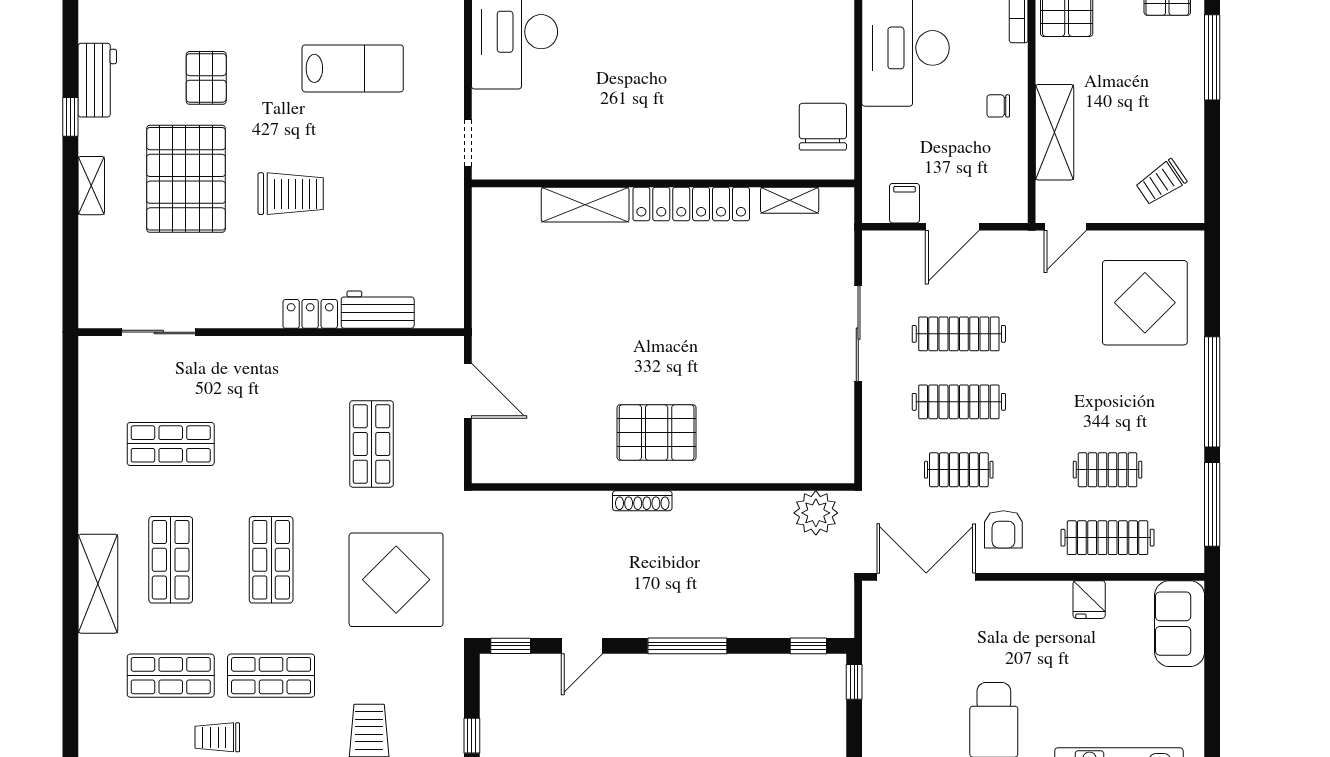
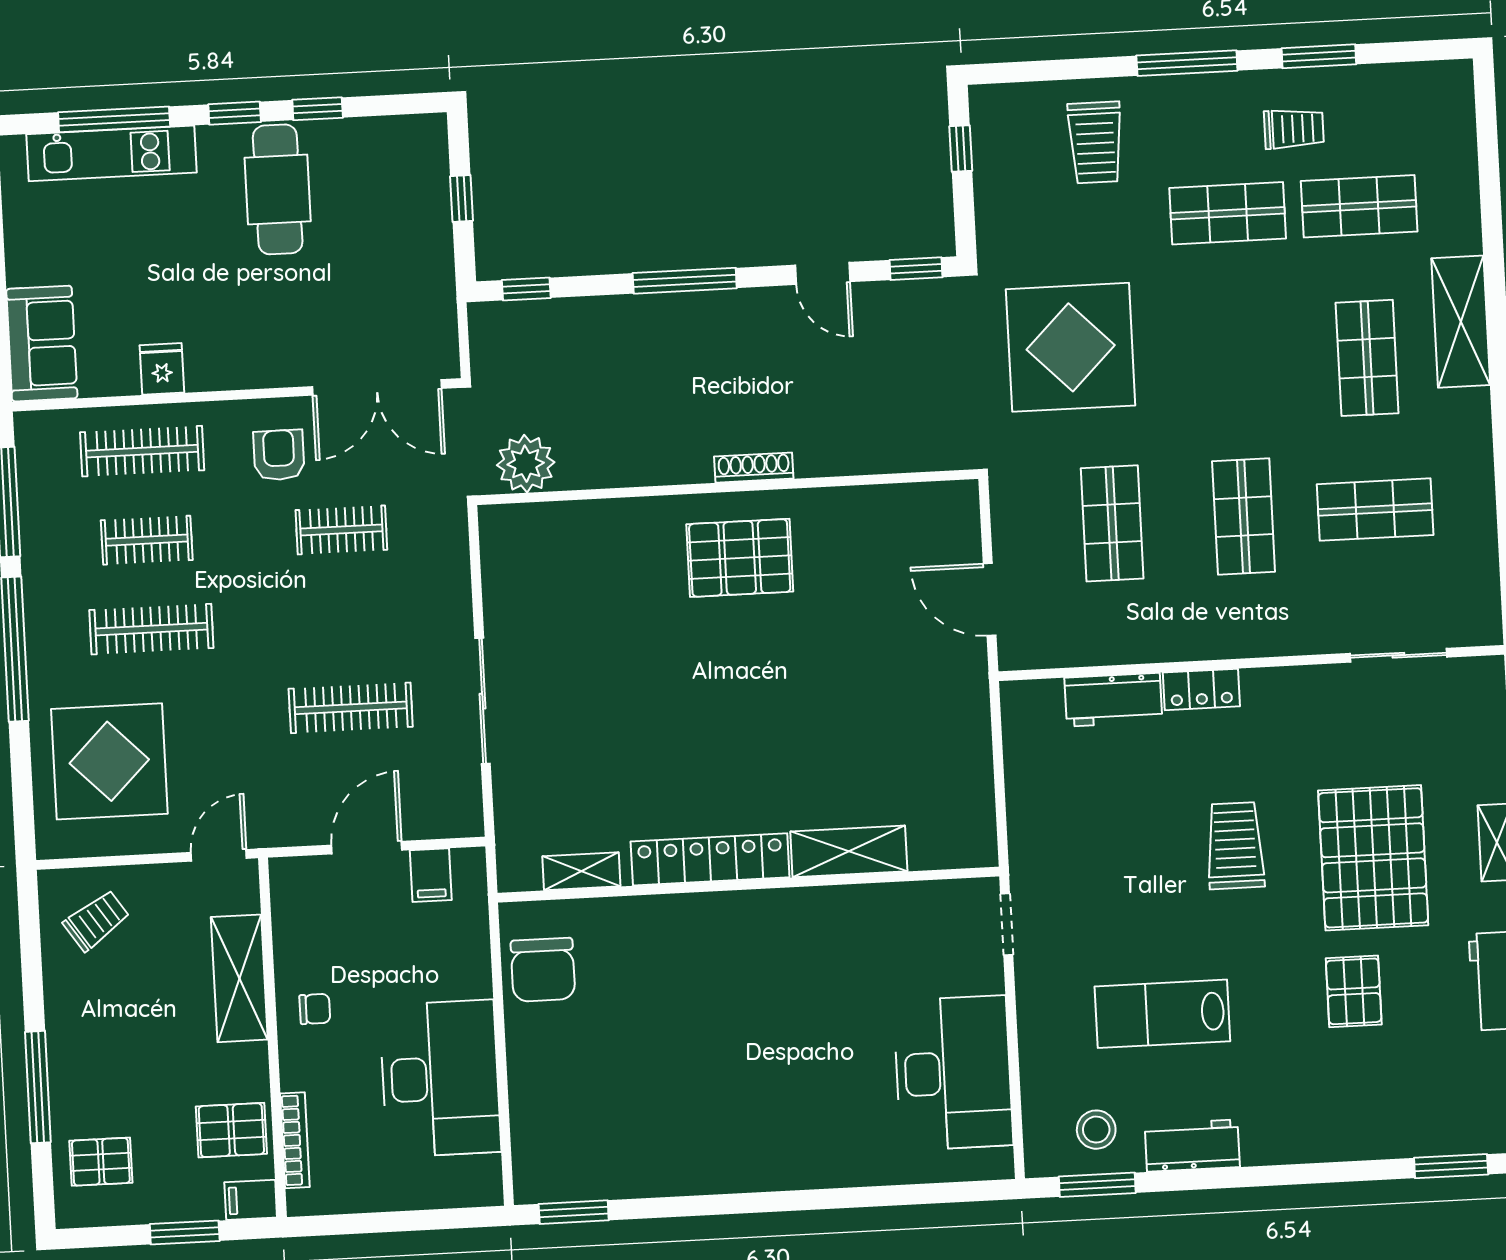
trolley: (291, 194) -> (1235, 846), turned 90
clothes rail: (959, 402) -> (151, 629), moved
shop shelf: (271, 560) -> (1244, 517), moved
door: (582, 646) -> (823, 273), swing flipped
window: (854, 682) -> (462, 198), moved

